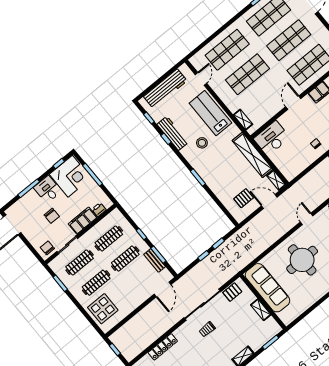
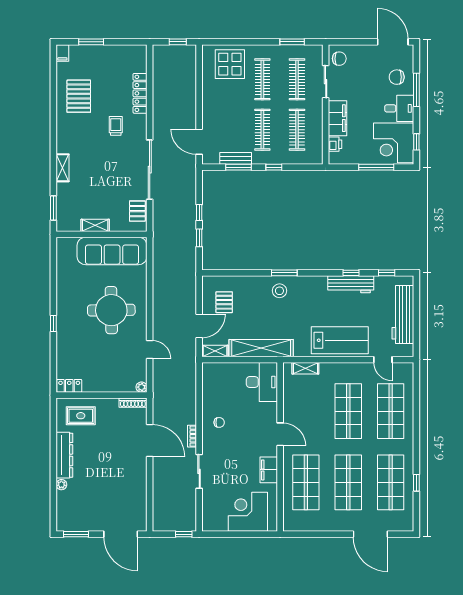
stool: (202, 143) -> (279, 291), moved
chair: (52, 216) -> (397, 77), moved
trolley: (207, 329) -> (116, 126), moved

